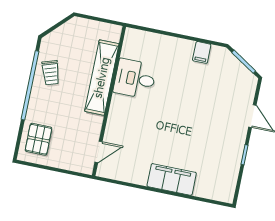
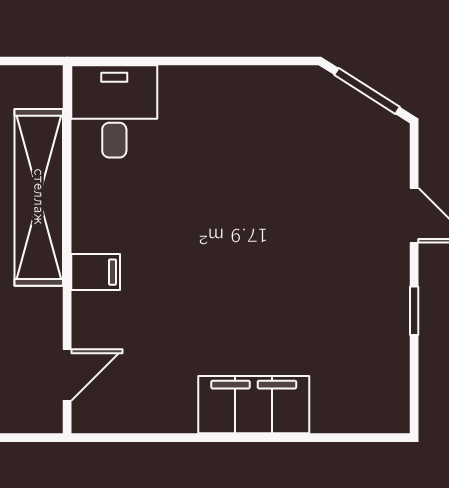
filing cabinet: (202, 52) -> (96, 272), moved, turned -90
desk: (135, 79) -> (114, 111), moved, turned 90

